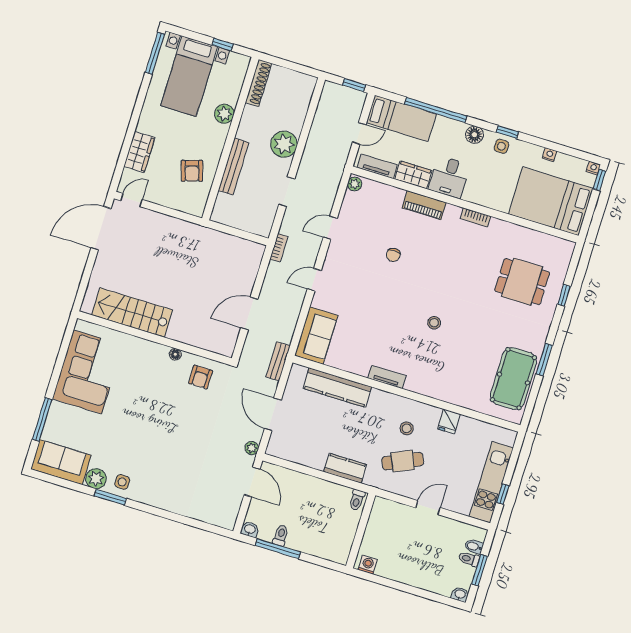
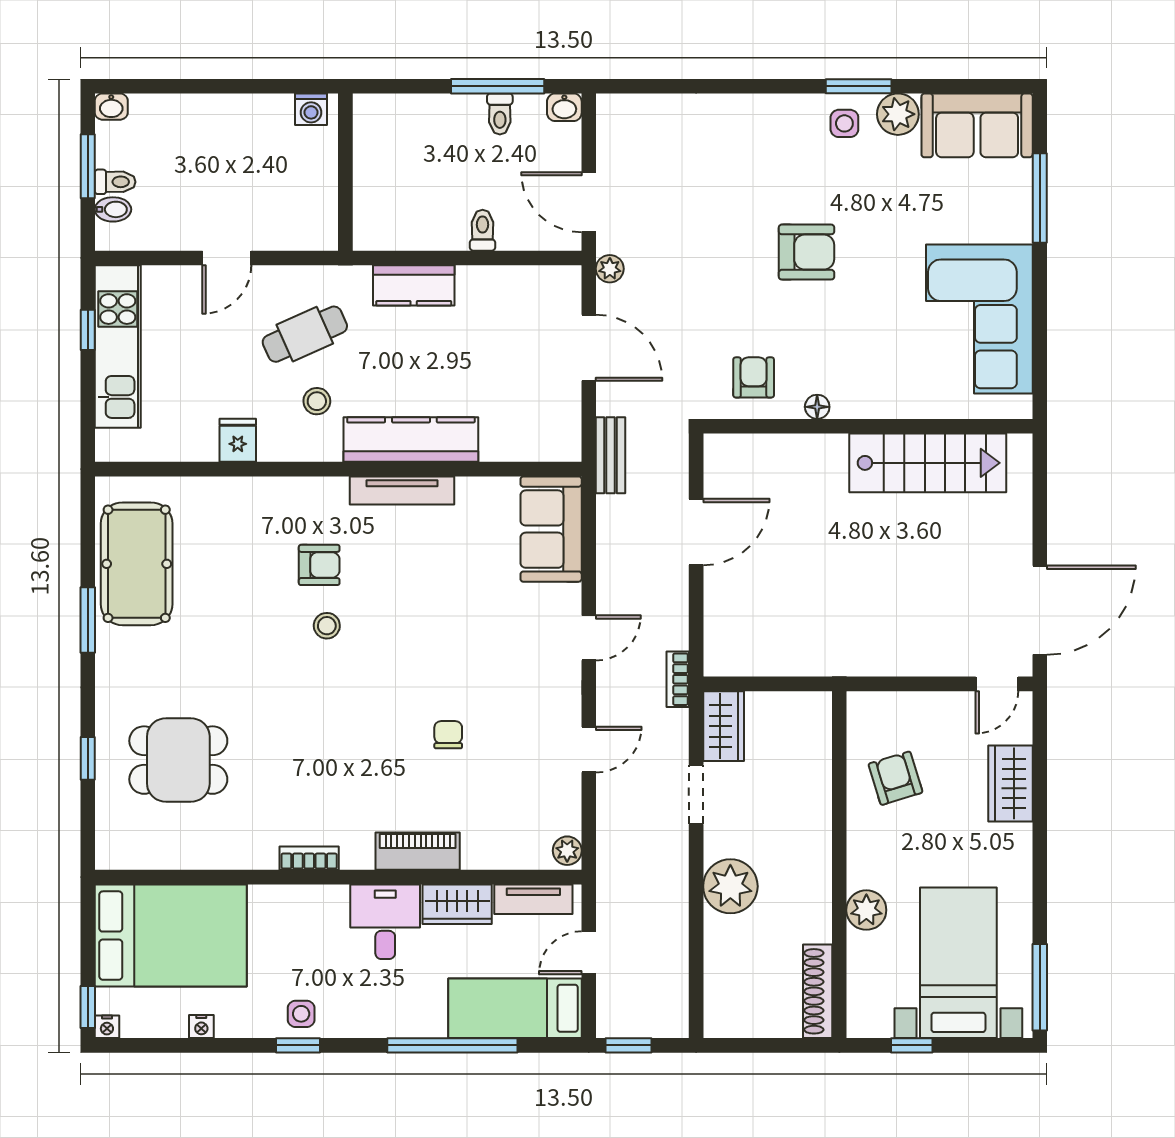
floor lamp: (474, 135) -> (361, 1020), removed
bench: (233, 166) -> (816, 812), removed
wardrobe: (264, 220) -> (724, 726), added
armchair: (429, 352) -> (319, 565), added
tv unit: (387, 377) -> (402, 490), width x1.41
kitchen counter: (337, 388) -> (411, 440), moved
armchair: (158, 428) -> (806, 252), added
toilet: (357, 500) -> (483, 230), moved

